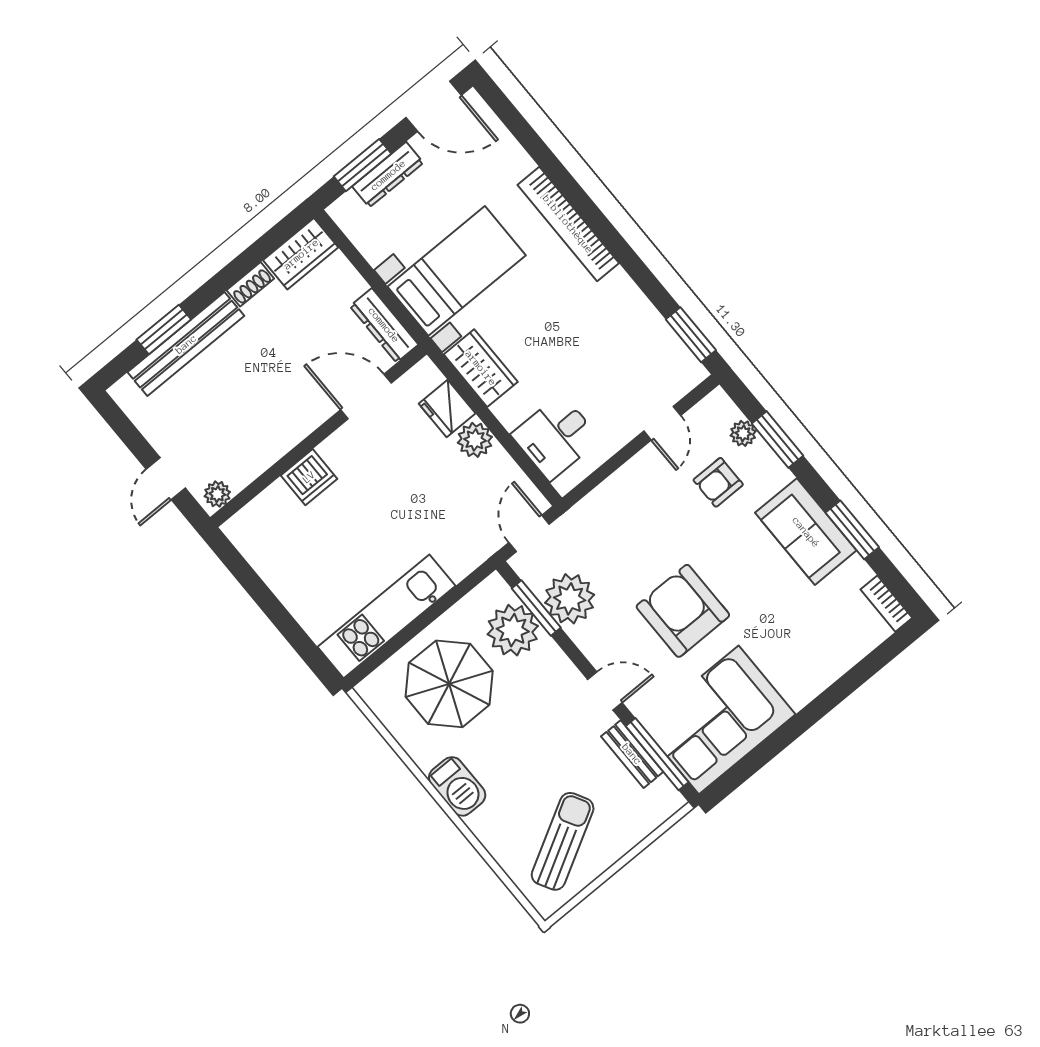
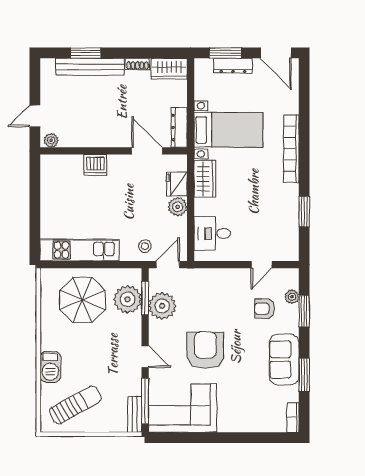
window: (691, 335) -> (304, 212), moved
stool: (475, 534) -> (145, 246), added
bench: (632, 754) -> (135, 414), moved
barbecue: (457, 786) -> (50, 367), moved

